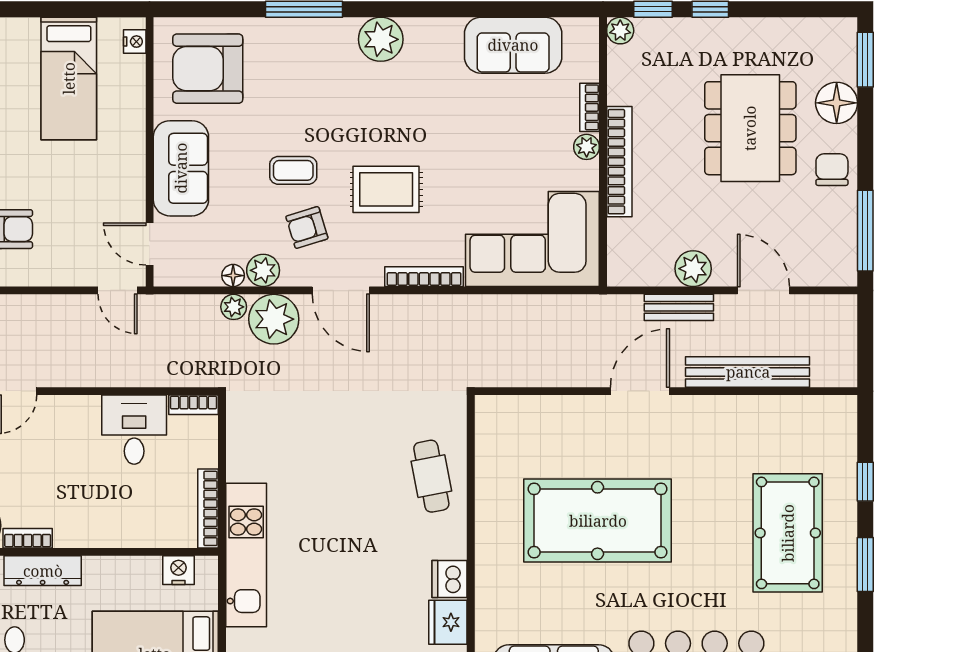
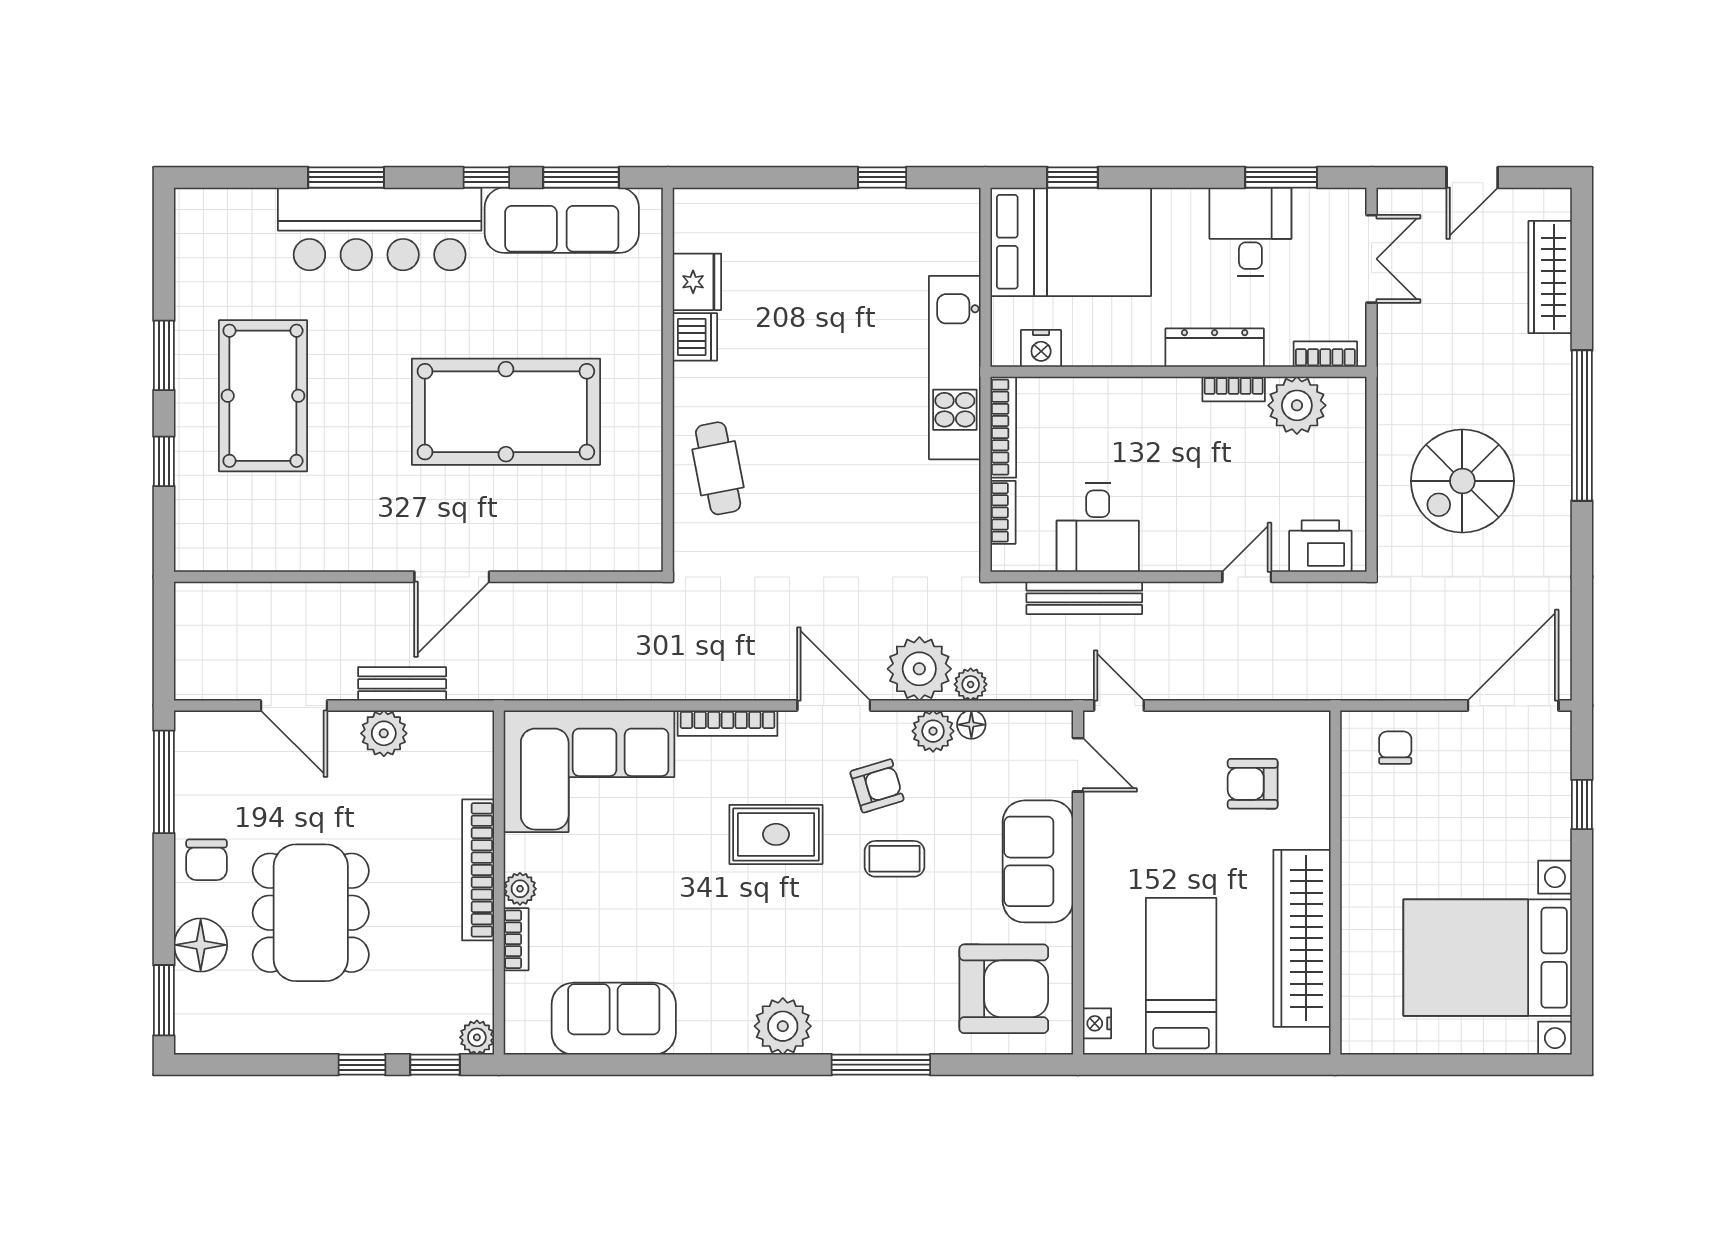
bench: (748, 372) -> (1084, 598), moved, width x0.73, depth x0.82
bookcase: (193, 405) -> (1003, 512), moved, turned 90

